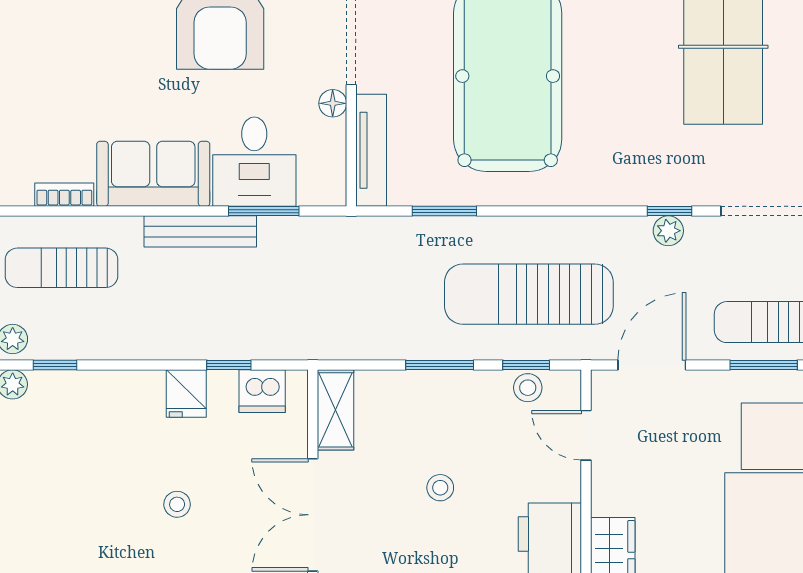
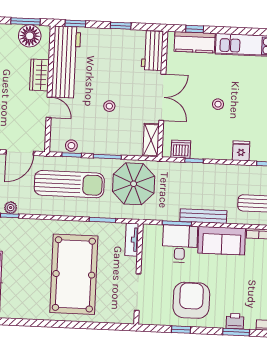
floor lamp: (333, 103) -> (146, 266), removed
tv unit: (371, 150) -> (132, 240), width x0.71
parasol: (373, 302) -> (134, 184), added
fridge: (186, 393) -> (241, 151), moved
door: (586, 435) -> (49, 107), moved

